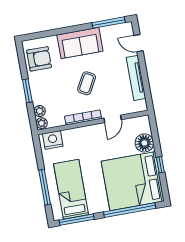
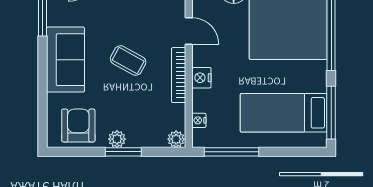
plant: (40, 111) -> (117, 139), moved
nightstand: (84, 132) -> (201, 78), added
nightstand: (53, 140) -> (199, 120), width x0.53, depth x0.56
window: (45, 187) -> (232, 152), moved

